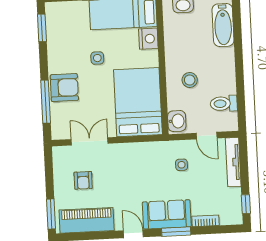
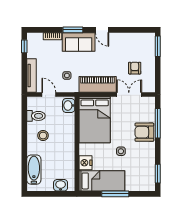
stool: (190, 80) -> (43, 136), moved
double door: (90, 141) -> (129, 95), swing flipped
piano: (87, 220) -> (98, 84), moved, turned 180

